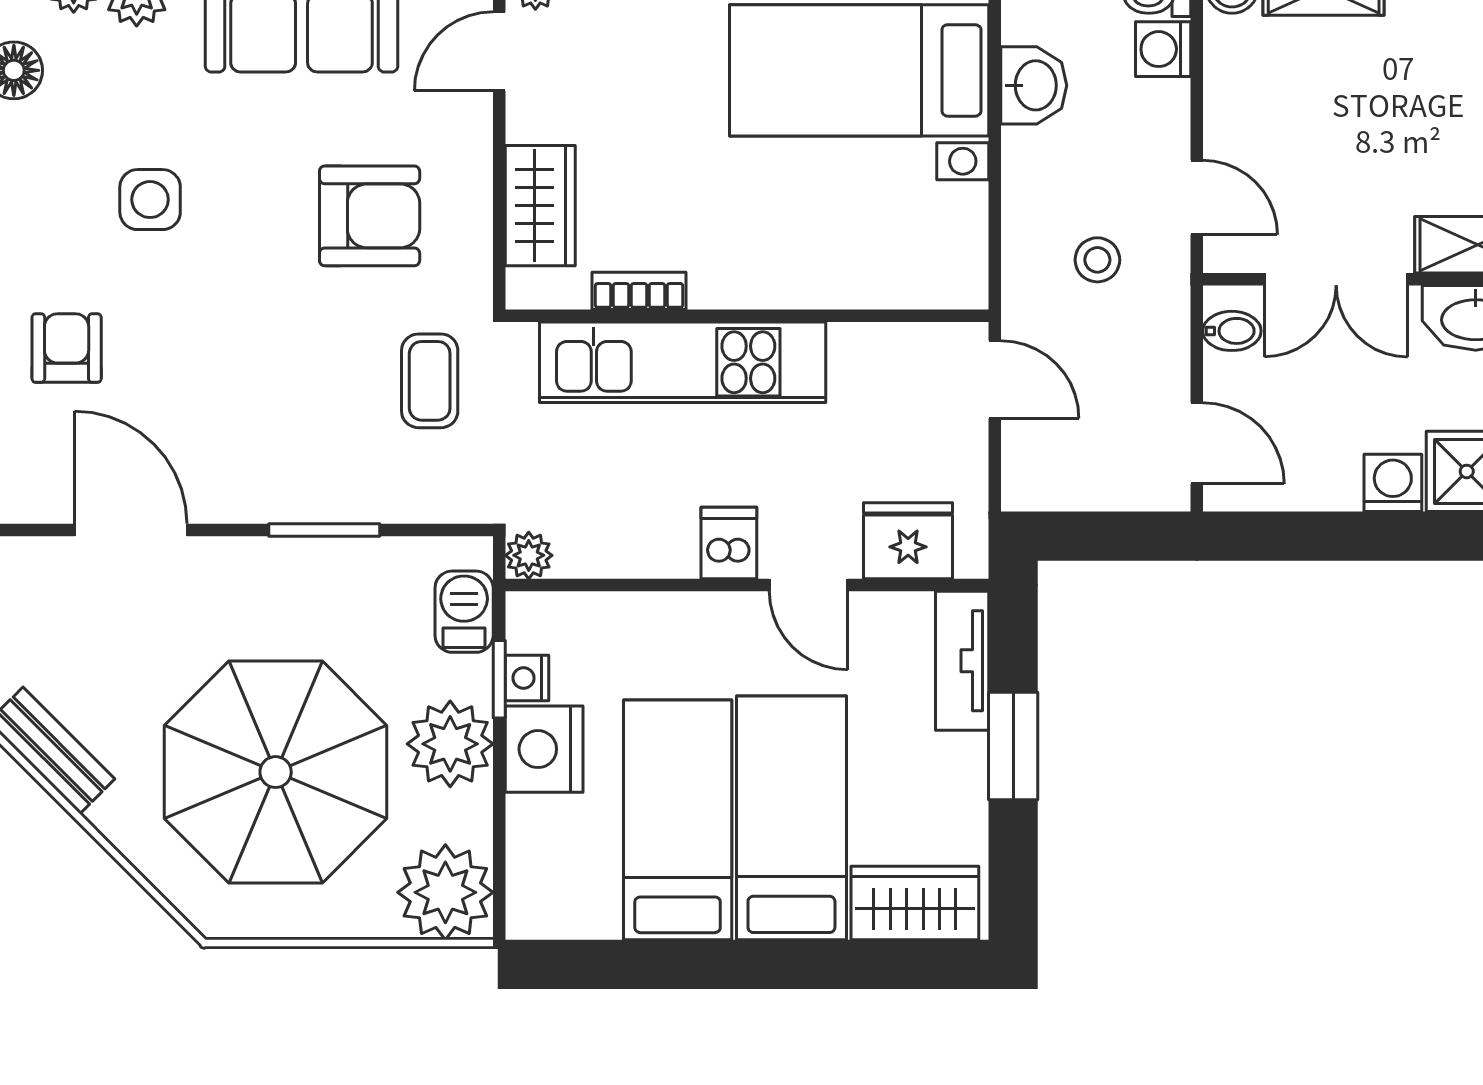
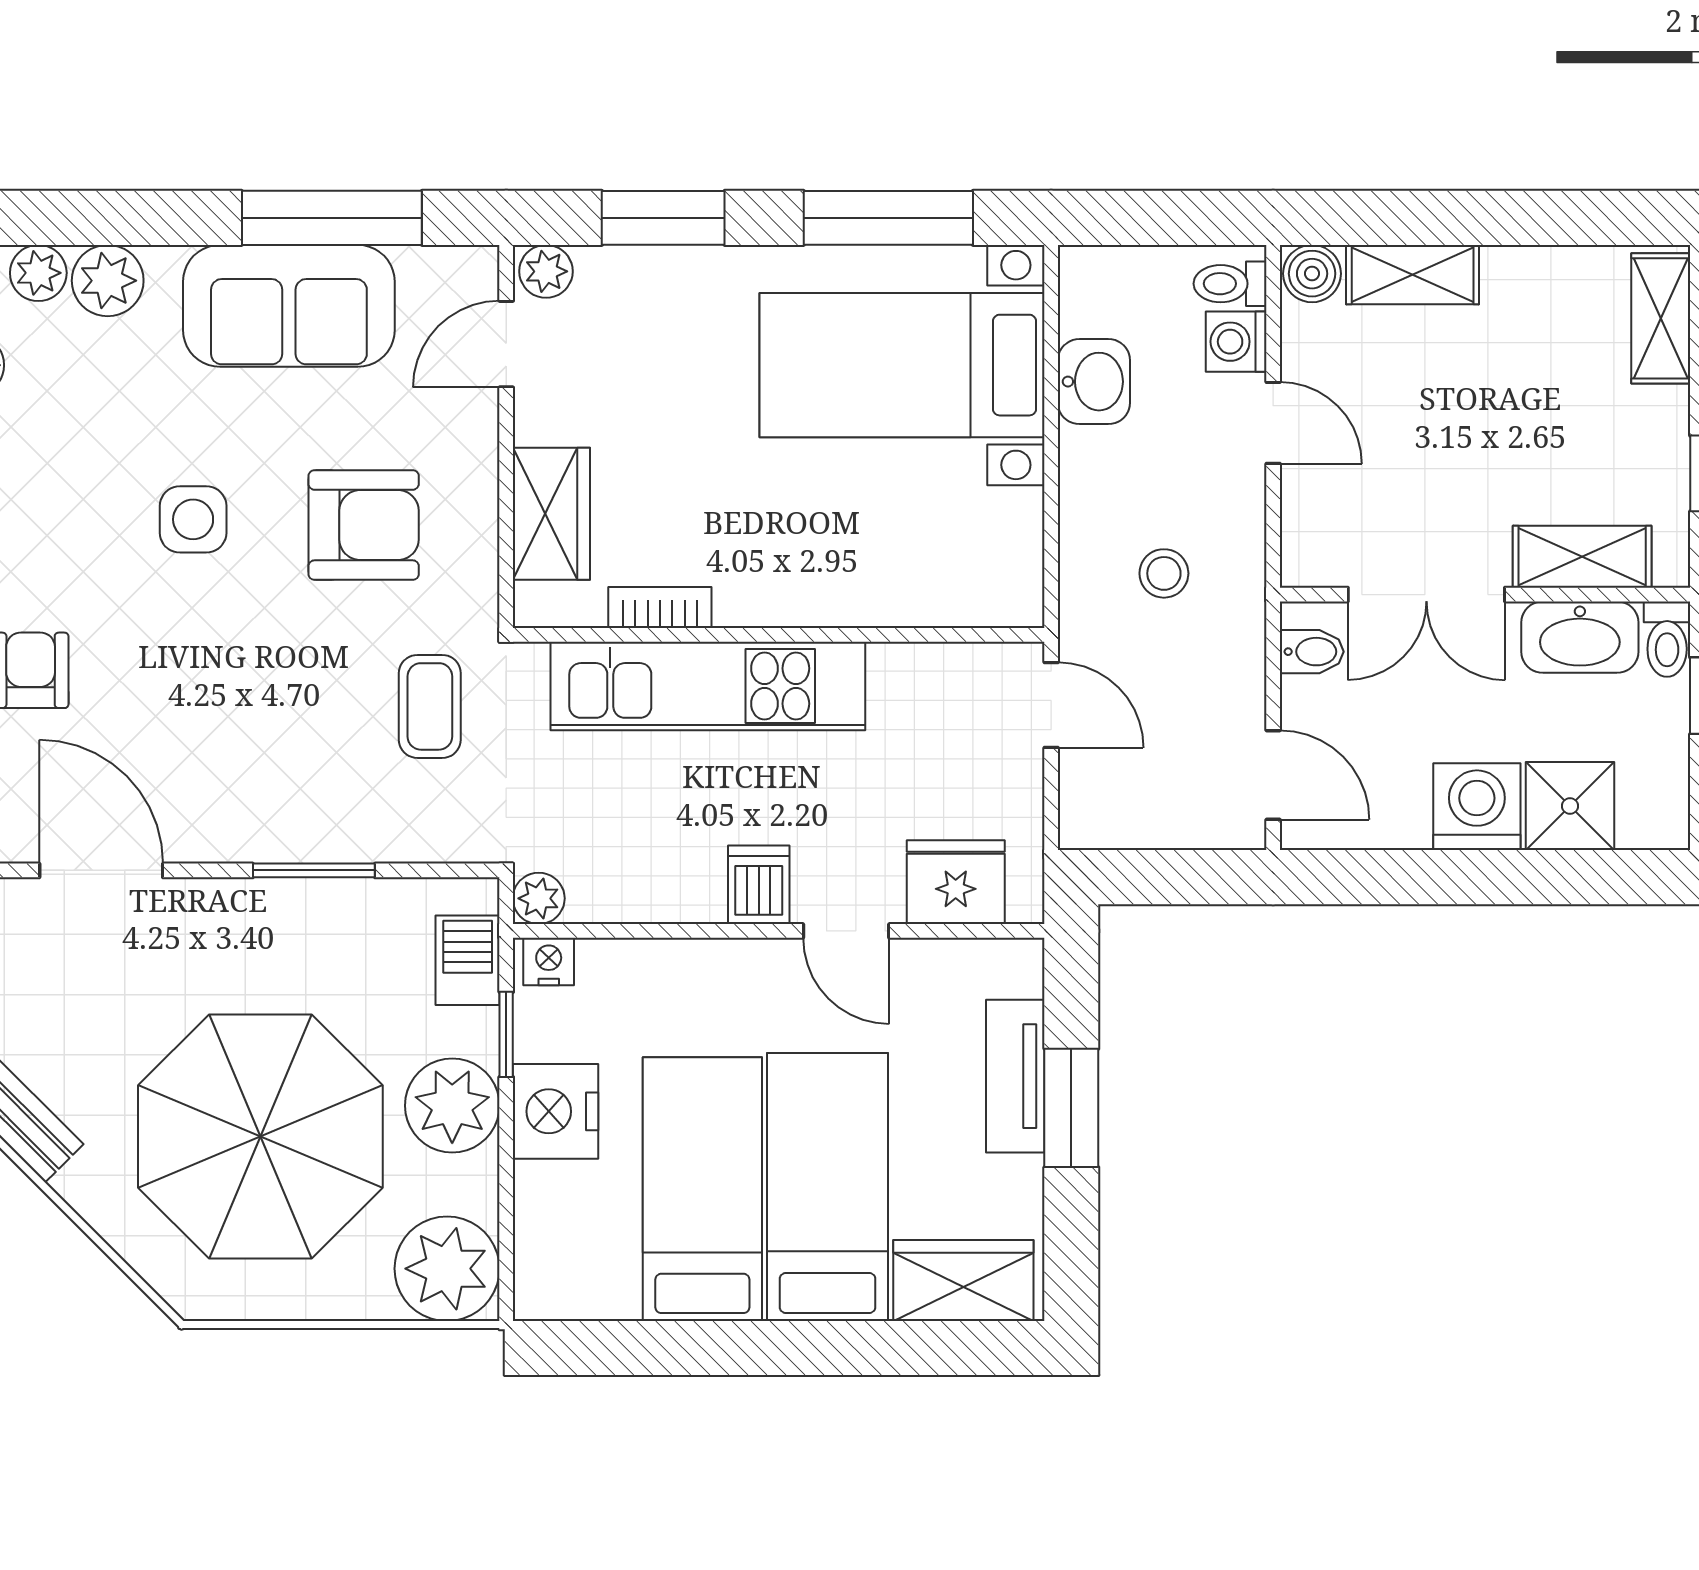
door: (1197, 197) -> (1273, 423), moved
side table: (150, 200) -> (193, 519), moved
washing machine: (1393, 483) -> (1477, 807), width x1.38, depth x1.38
tv unit: (962, 661) -> (1015, 1076), moved
nightstand: (527, 678) -> (549, 962), moved, turned 90

